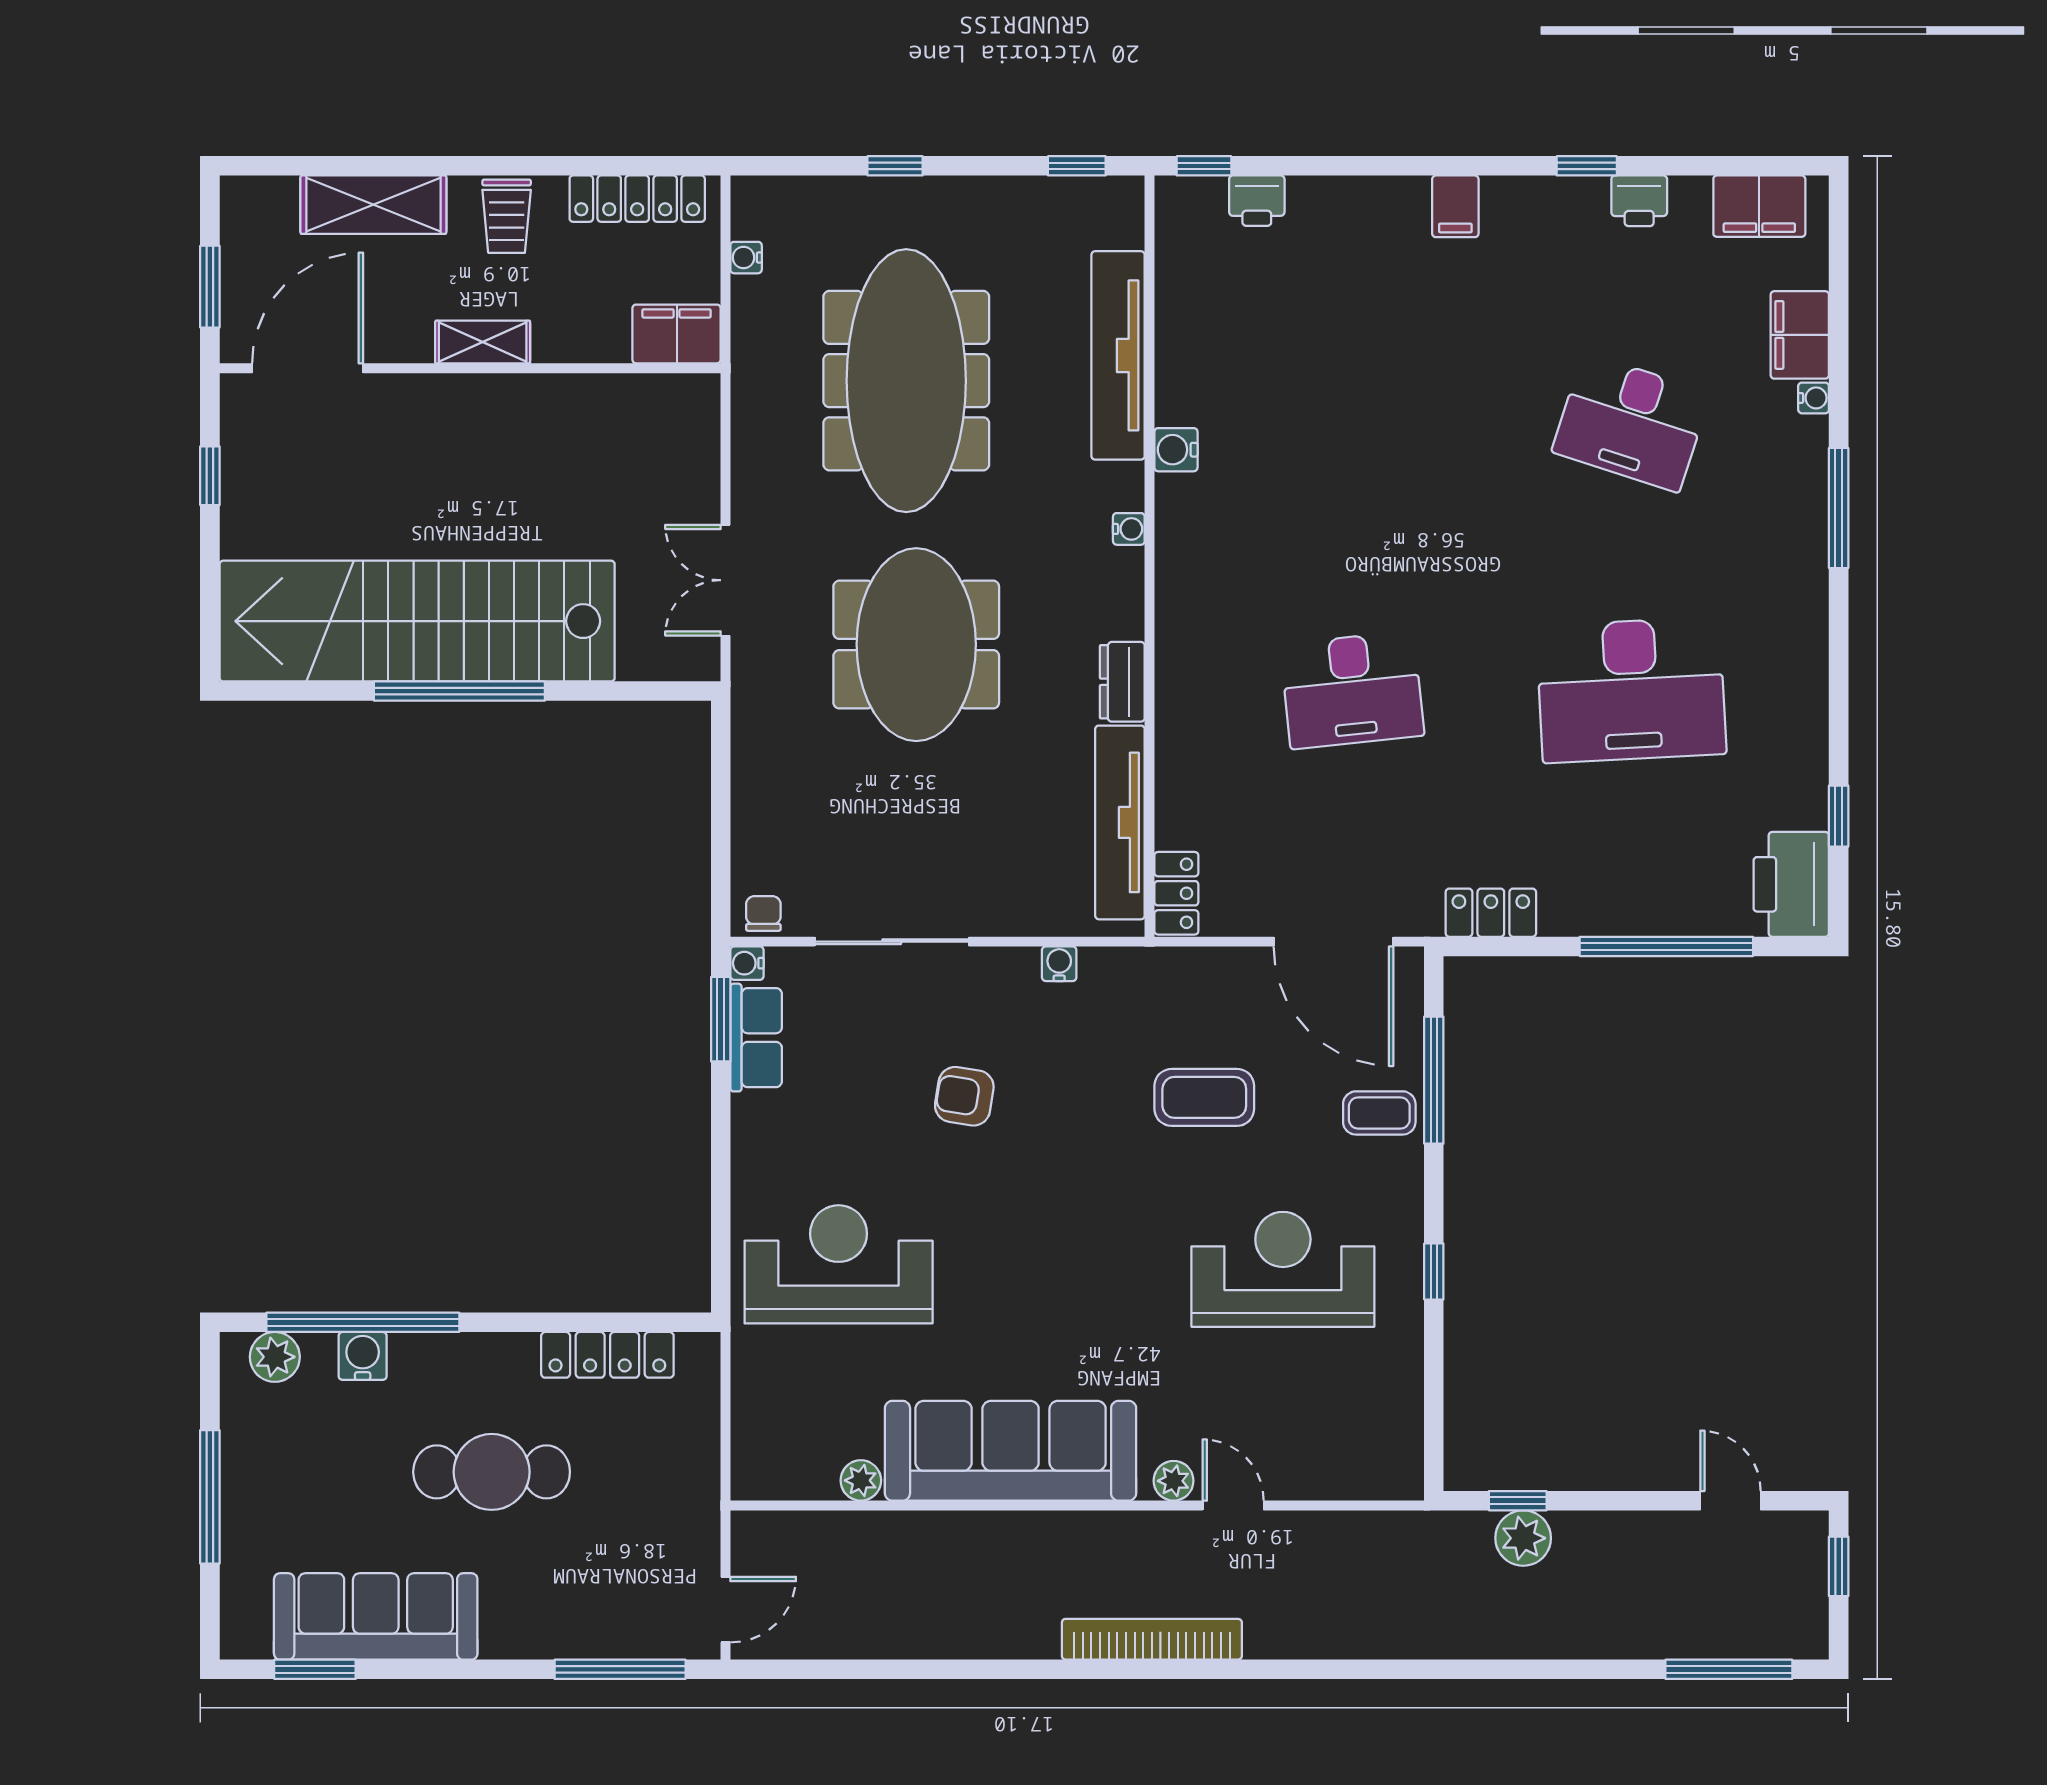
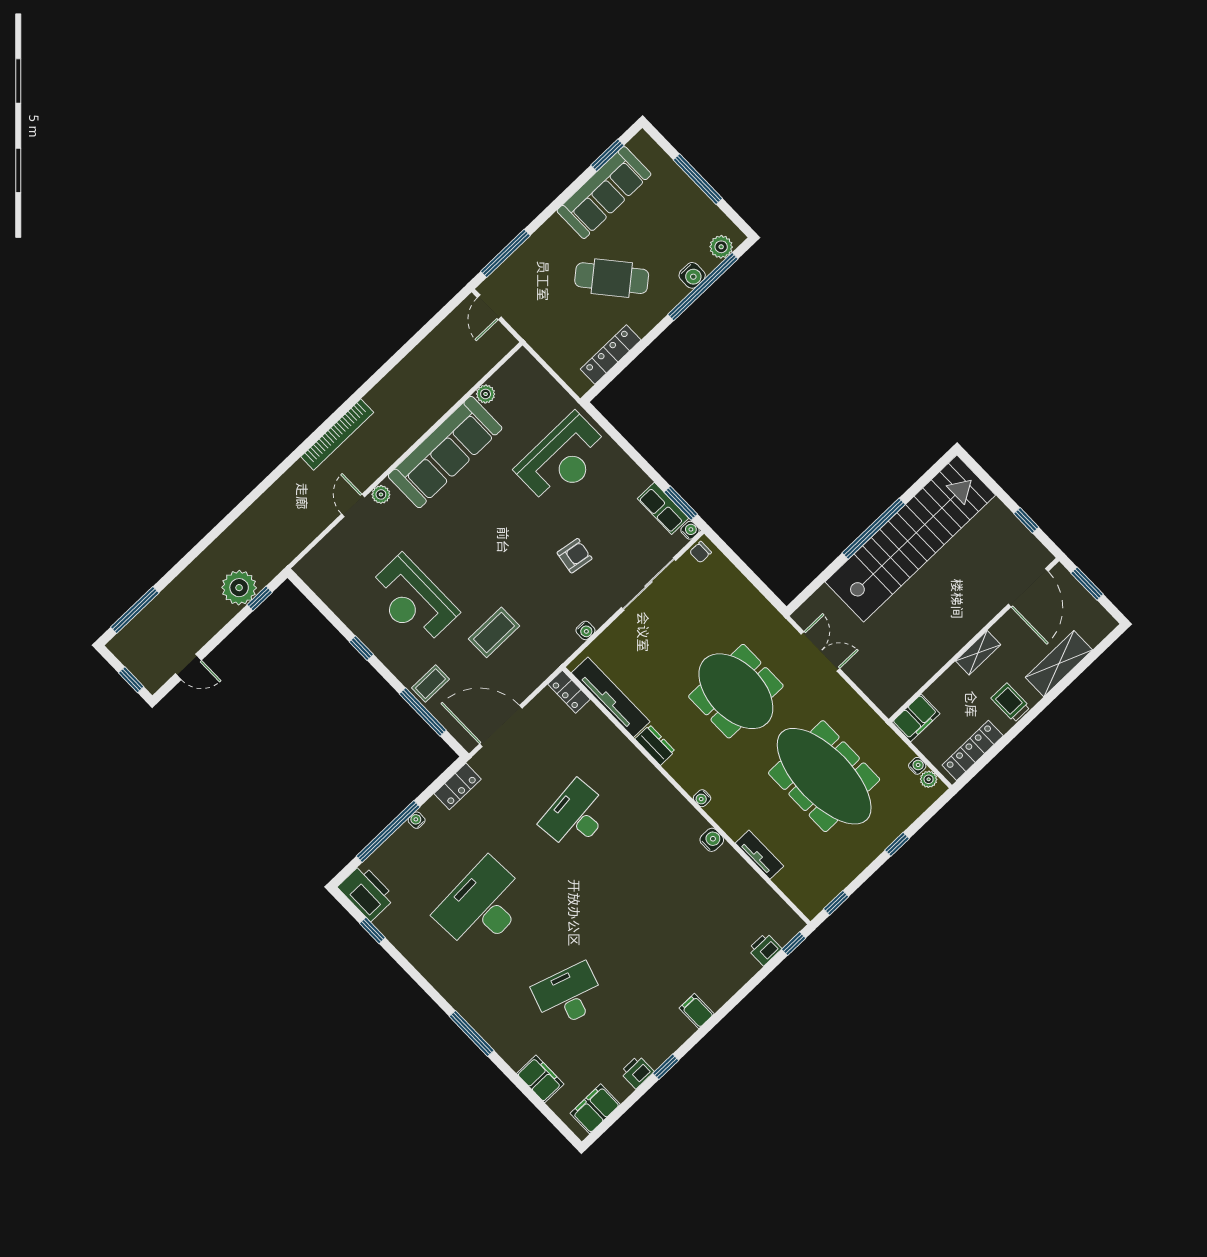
plant: (749, 220) -> (929, 779), added
tv unit: (1118, 355) -> (759, 855), width x0.52, depth x0.78
water cooler: (1814, 398) -> (417, 820), moved, turned 90
chair: (763, 913) -> (700, 552), turned 90
reception desk: (1283, 1269) -> (412, 600), turned 90
cafe table: (492, 1472) -> (612, 278), turned 50
door: (1233, 1505) -> (353, 505), swing flipped
plant: (1523, 1538) -> (239, 588), width x1.36, depth x1.36

